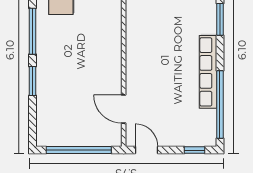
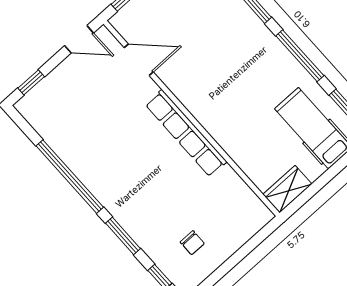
row of seats: (208, 72) -> (186, 133), moved, turned 180
window: (220, 104) -> (70, 177), moved

